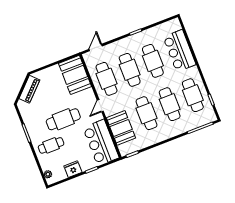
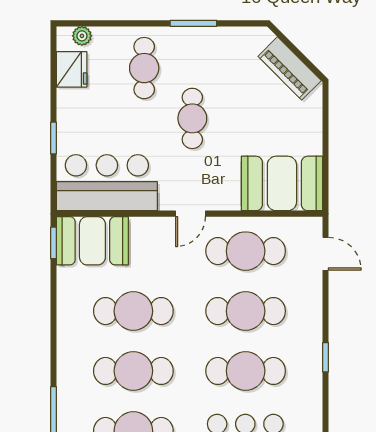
door: (100, 106) -> (190, 214), swing flipped
cafe table: (63, 119) -> (192, 118), width x0.73, depth x0.74
booth: (121, 128) -> (92, 241), moved
fridge: (73, 169) -> (72, 69), moved

